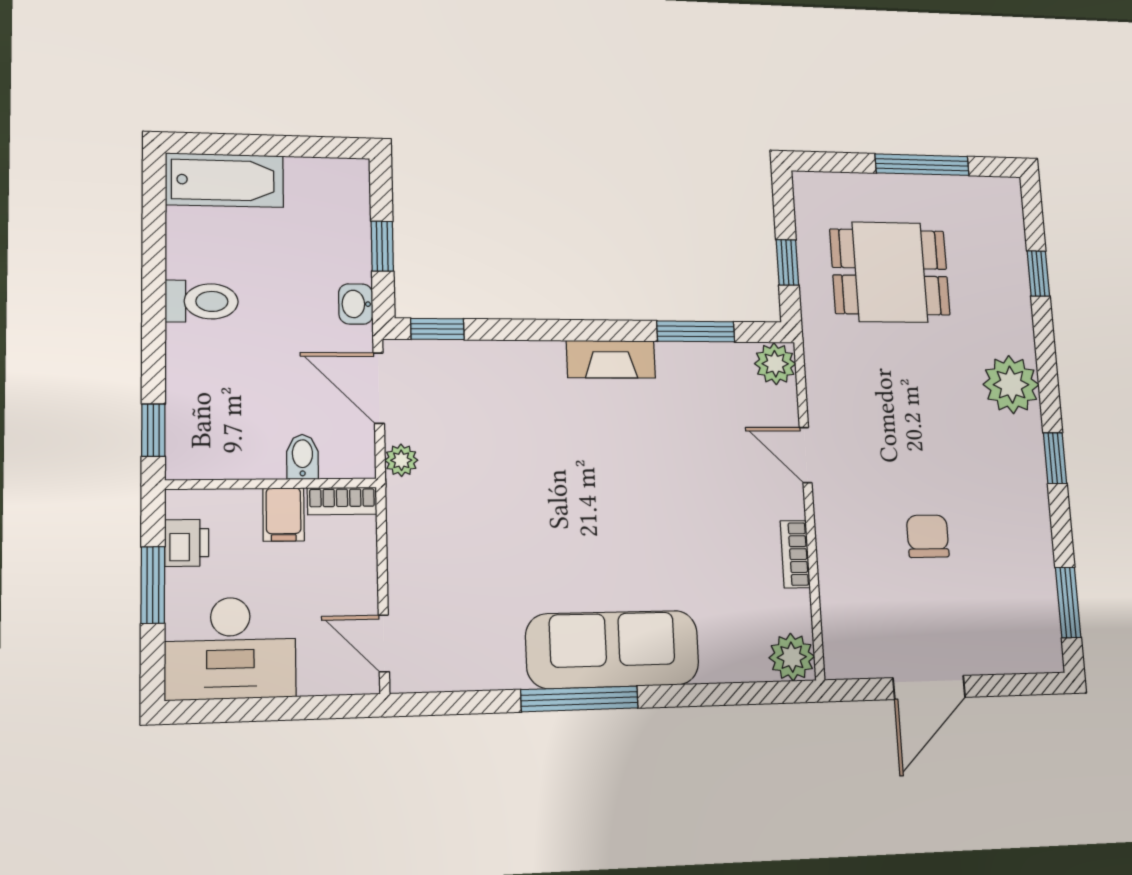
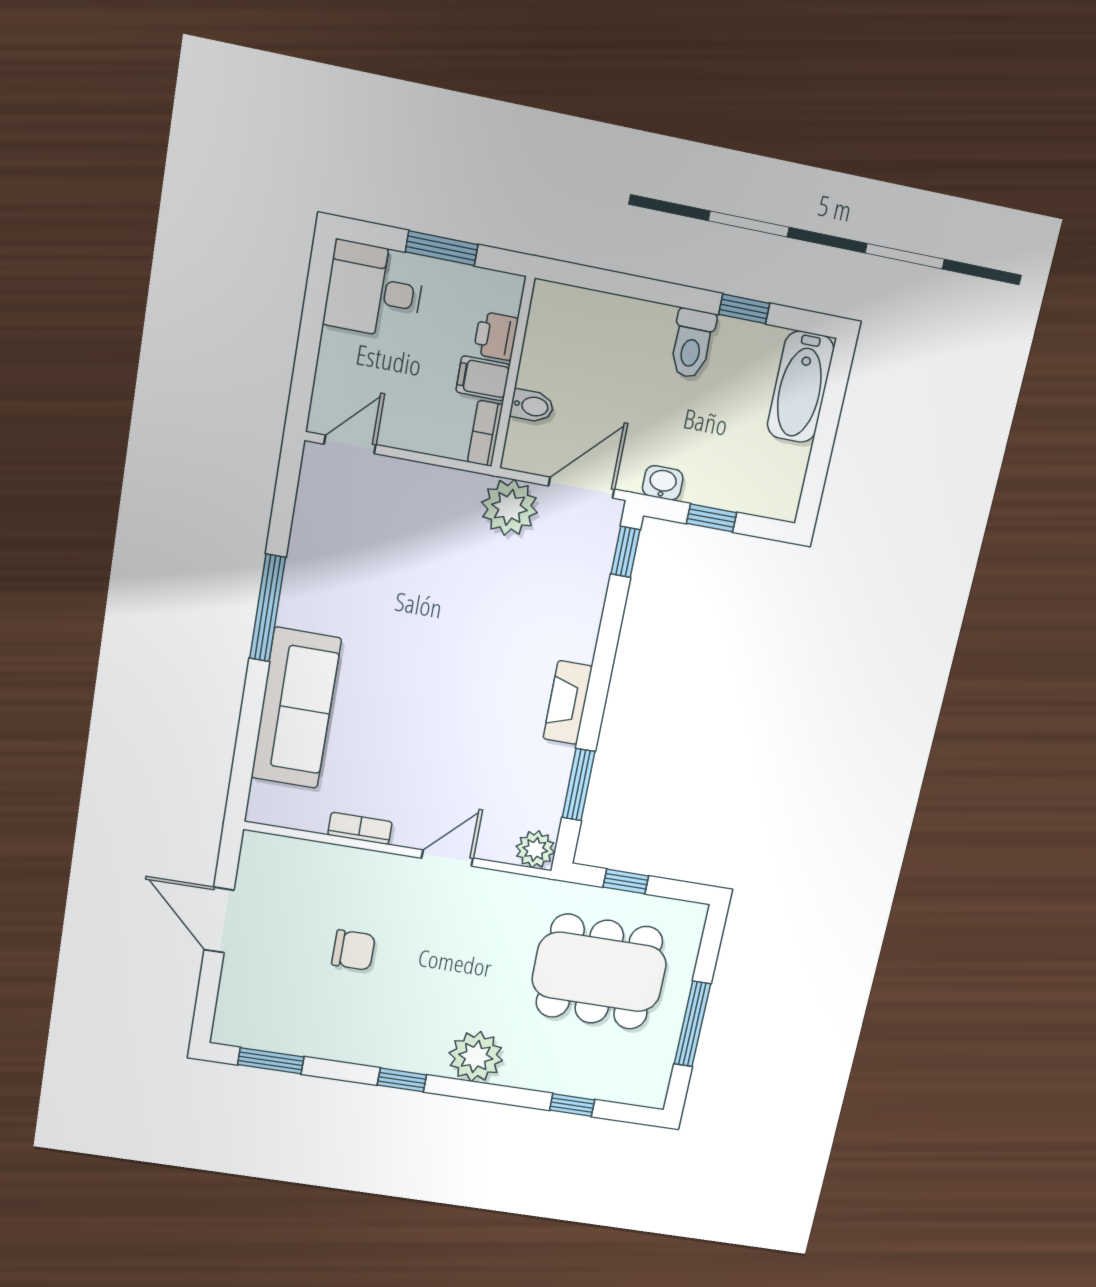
dining table: (890, 272) -> (599, 972), width x1.37
window: (153, 430) -> (744, 309), moved
plant: (401, 460) -> (509, 507), width x1.88, depth x1.88
printer: (187, 543) -> (496, 336), moved, turned 90
desk: (230, 648) -> (374, 290), width x0.73
sofa: (613, 649) -> (296, 708), moved
plant: (792, 657) -> (269, 805), removed

